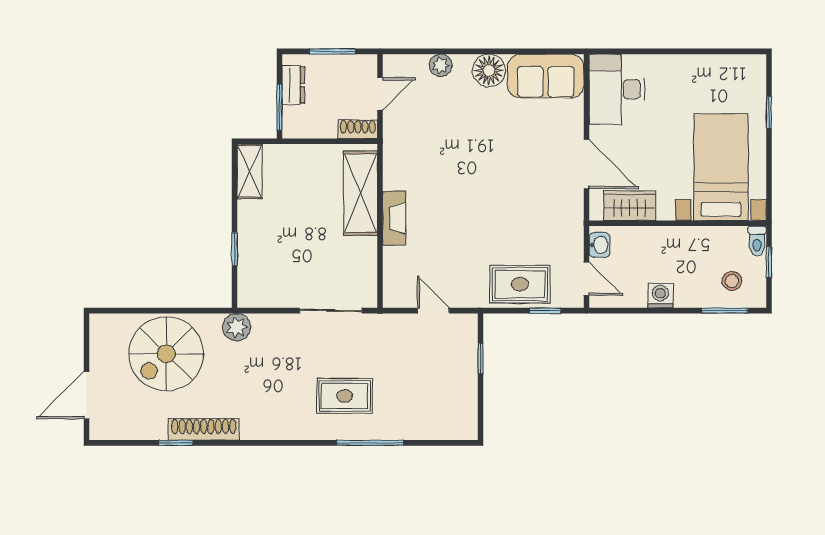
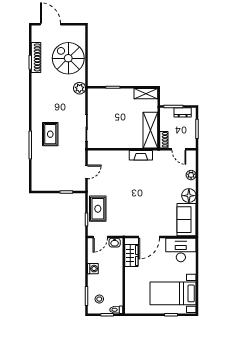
bed with nightstands: (721, 167) -> (173, 293), moved, turned 180
shelving: (360, 193) -> (150, 130), moved, turned 90
fireplace: (394, 218) -> (141, 155), moved
shoe rack: (204, 429) -> (36, 57), moved

